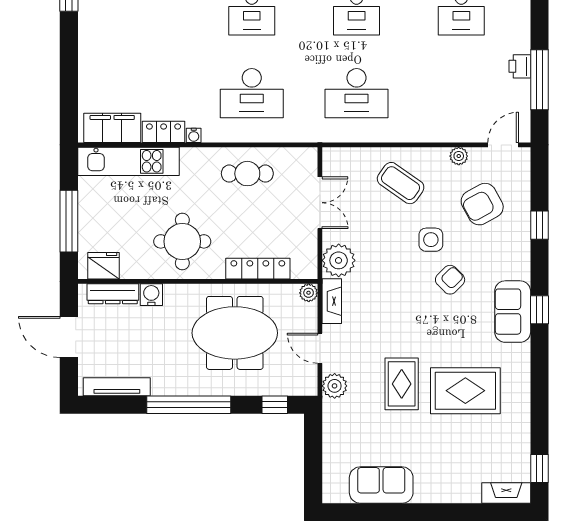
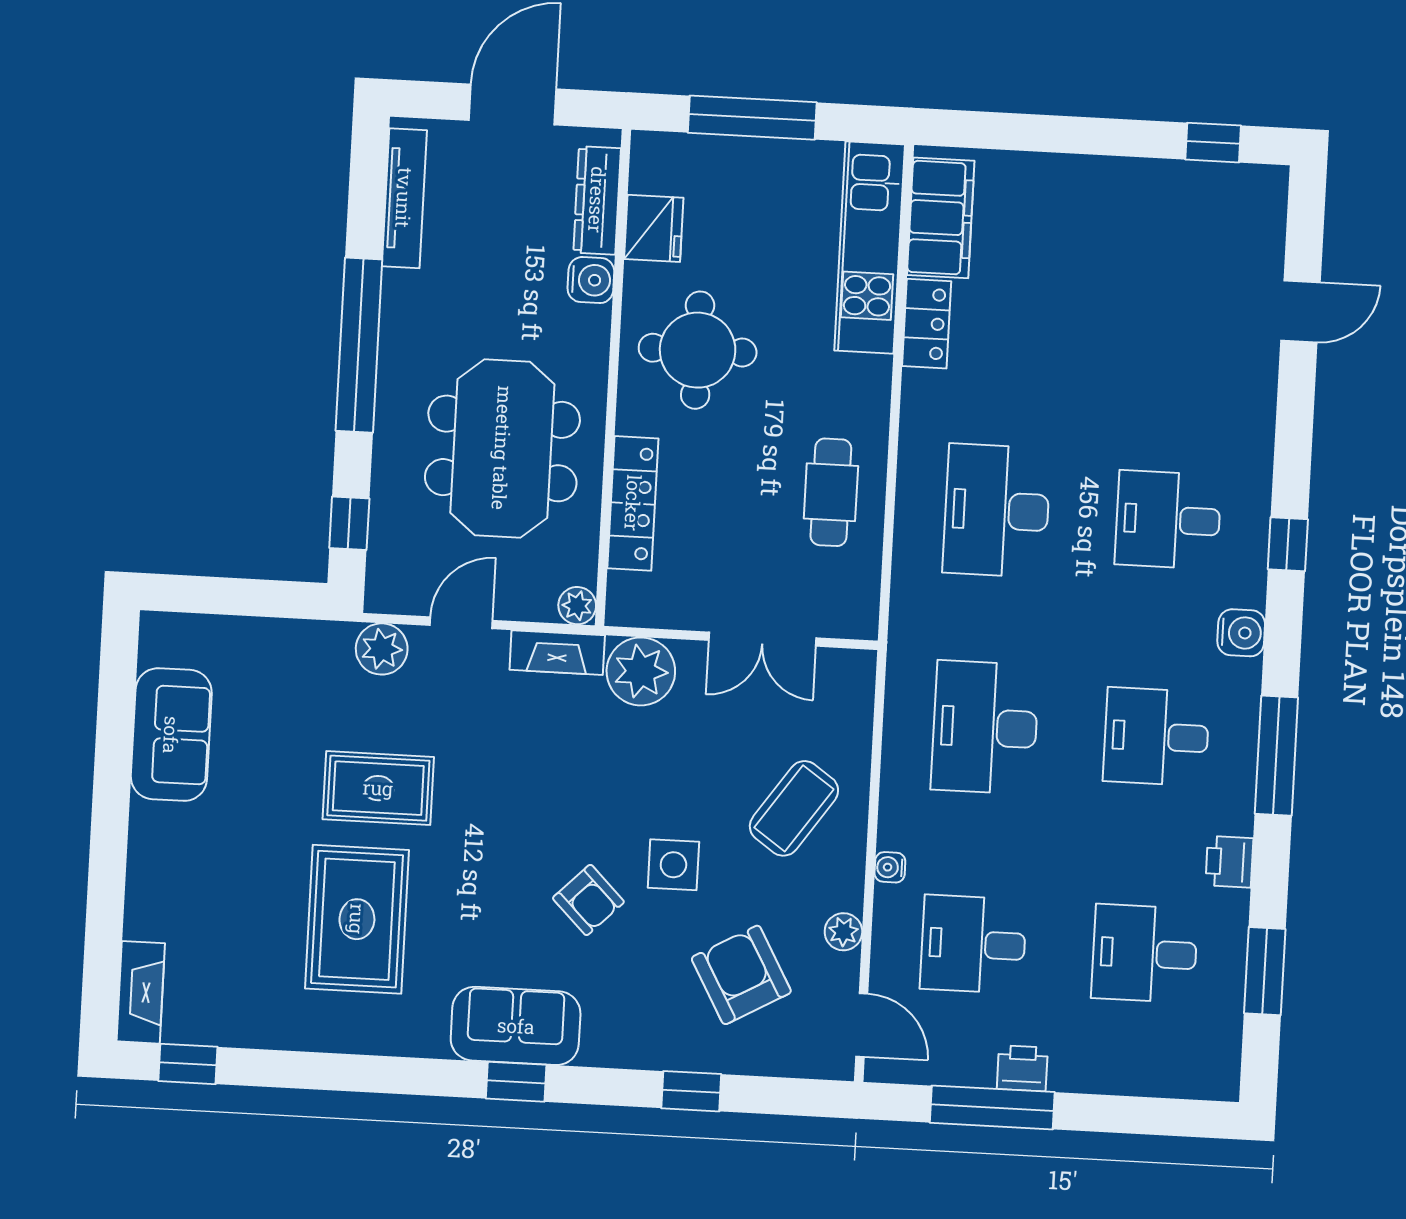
desk: (461, 93) -> (973, 944), added
water cooler: (194, 135) -> (890, 867), moved
fridge: (104, 266) -> (654, 228), moved

